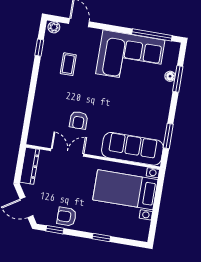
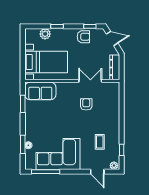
sofa: (132, 149) -> (40, 91), width x0.73
double door: (67, 152) -> (90, 81), swing flipped
plant: (120, 230) -> (45, 34), added

